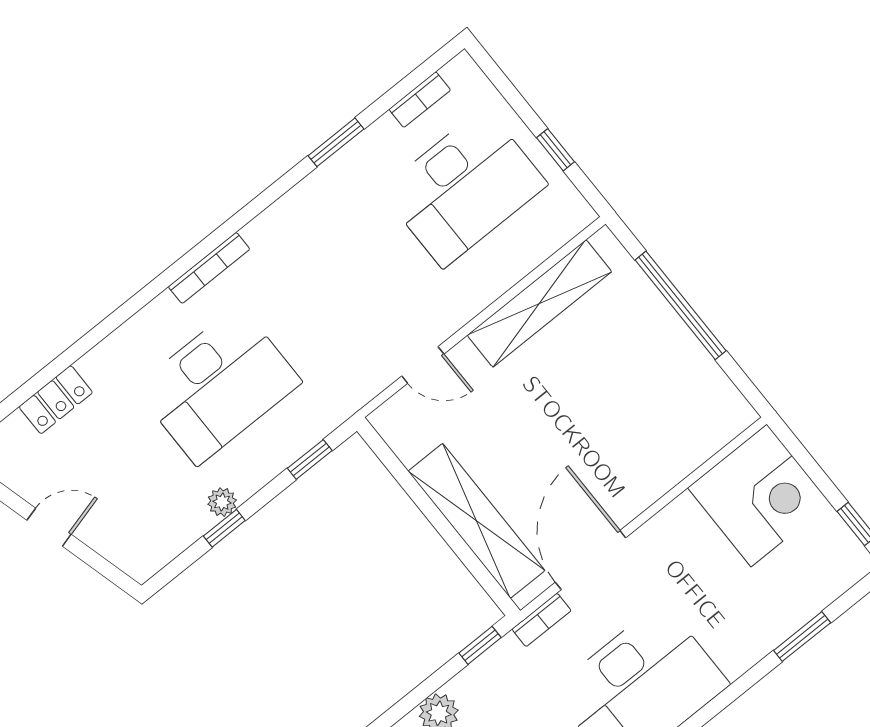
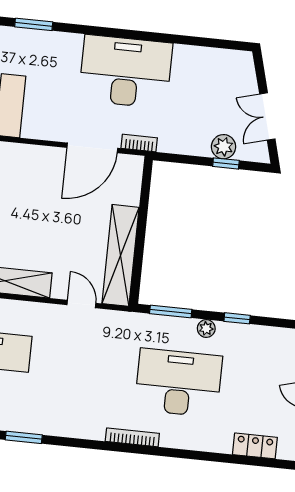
window: (310, 459) -> (171, 311), width x1.50
plant: (222, 502) -> (206, 328), moved
shelving: (476, 521) -> (121, 255), moved
window: (480, 645) -> (226, 163), moved

